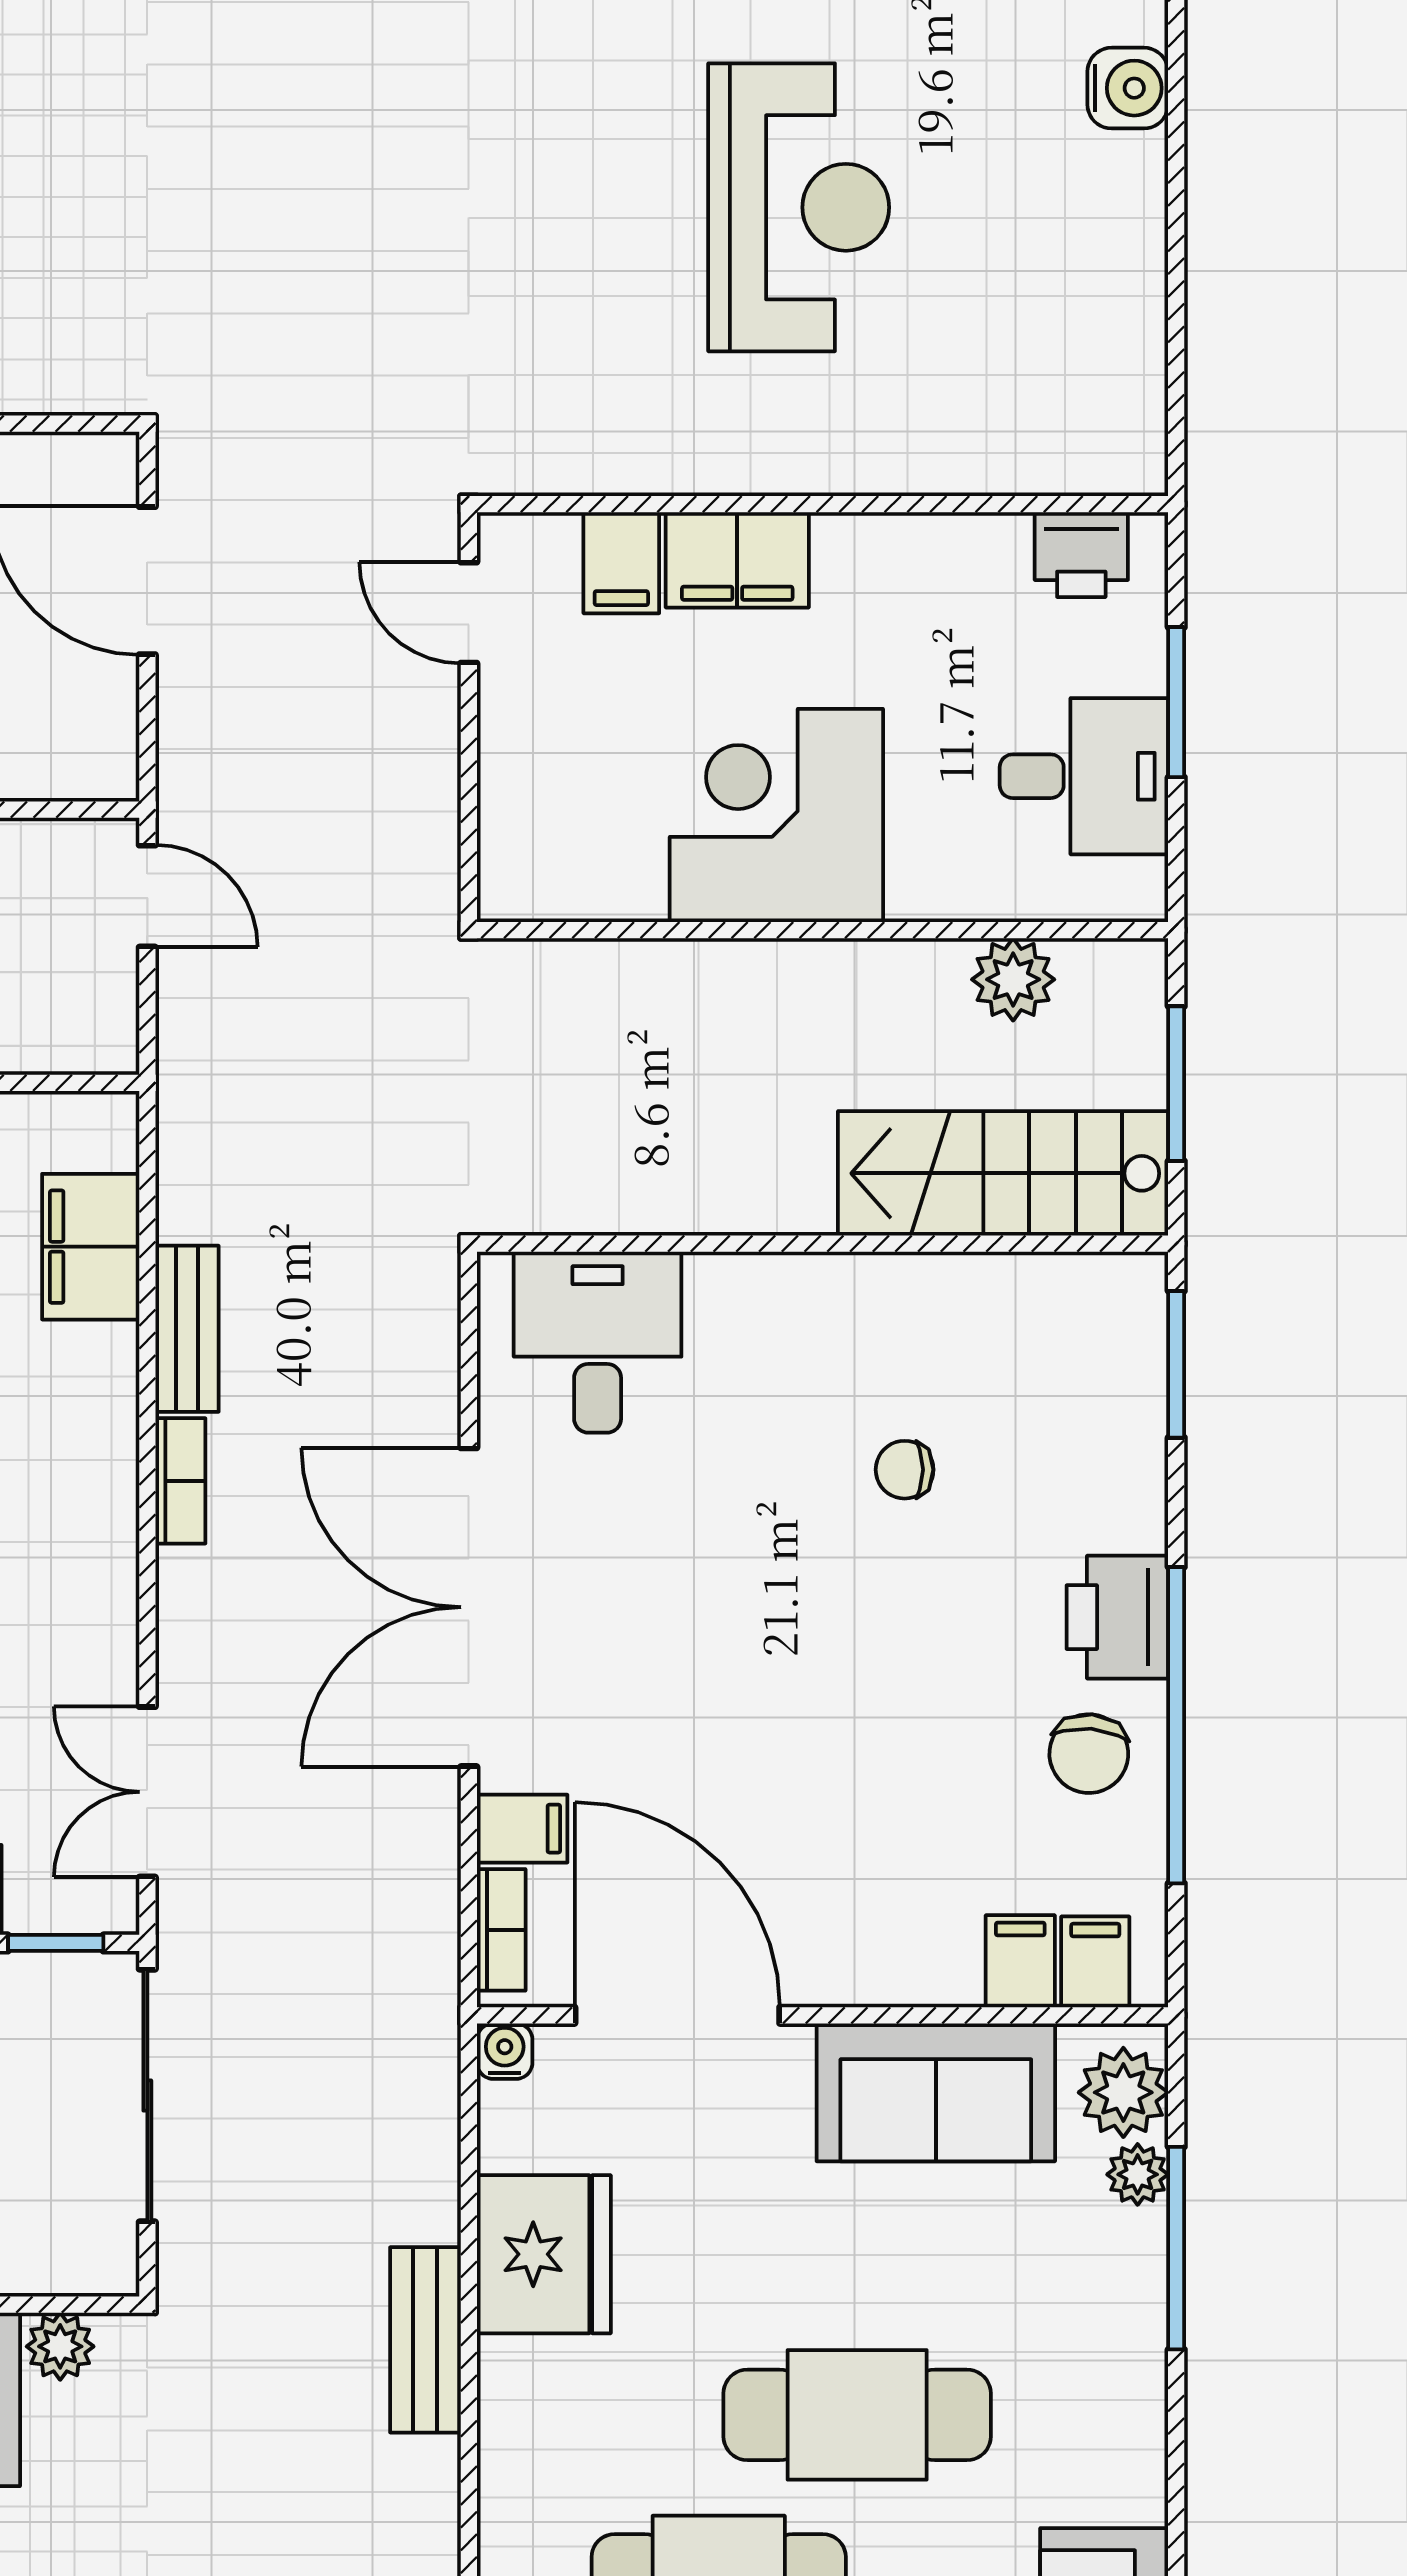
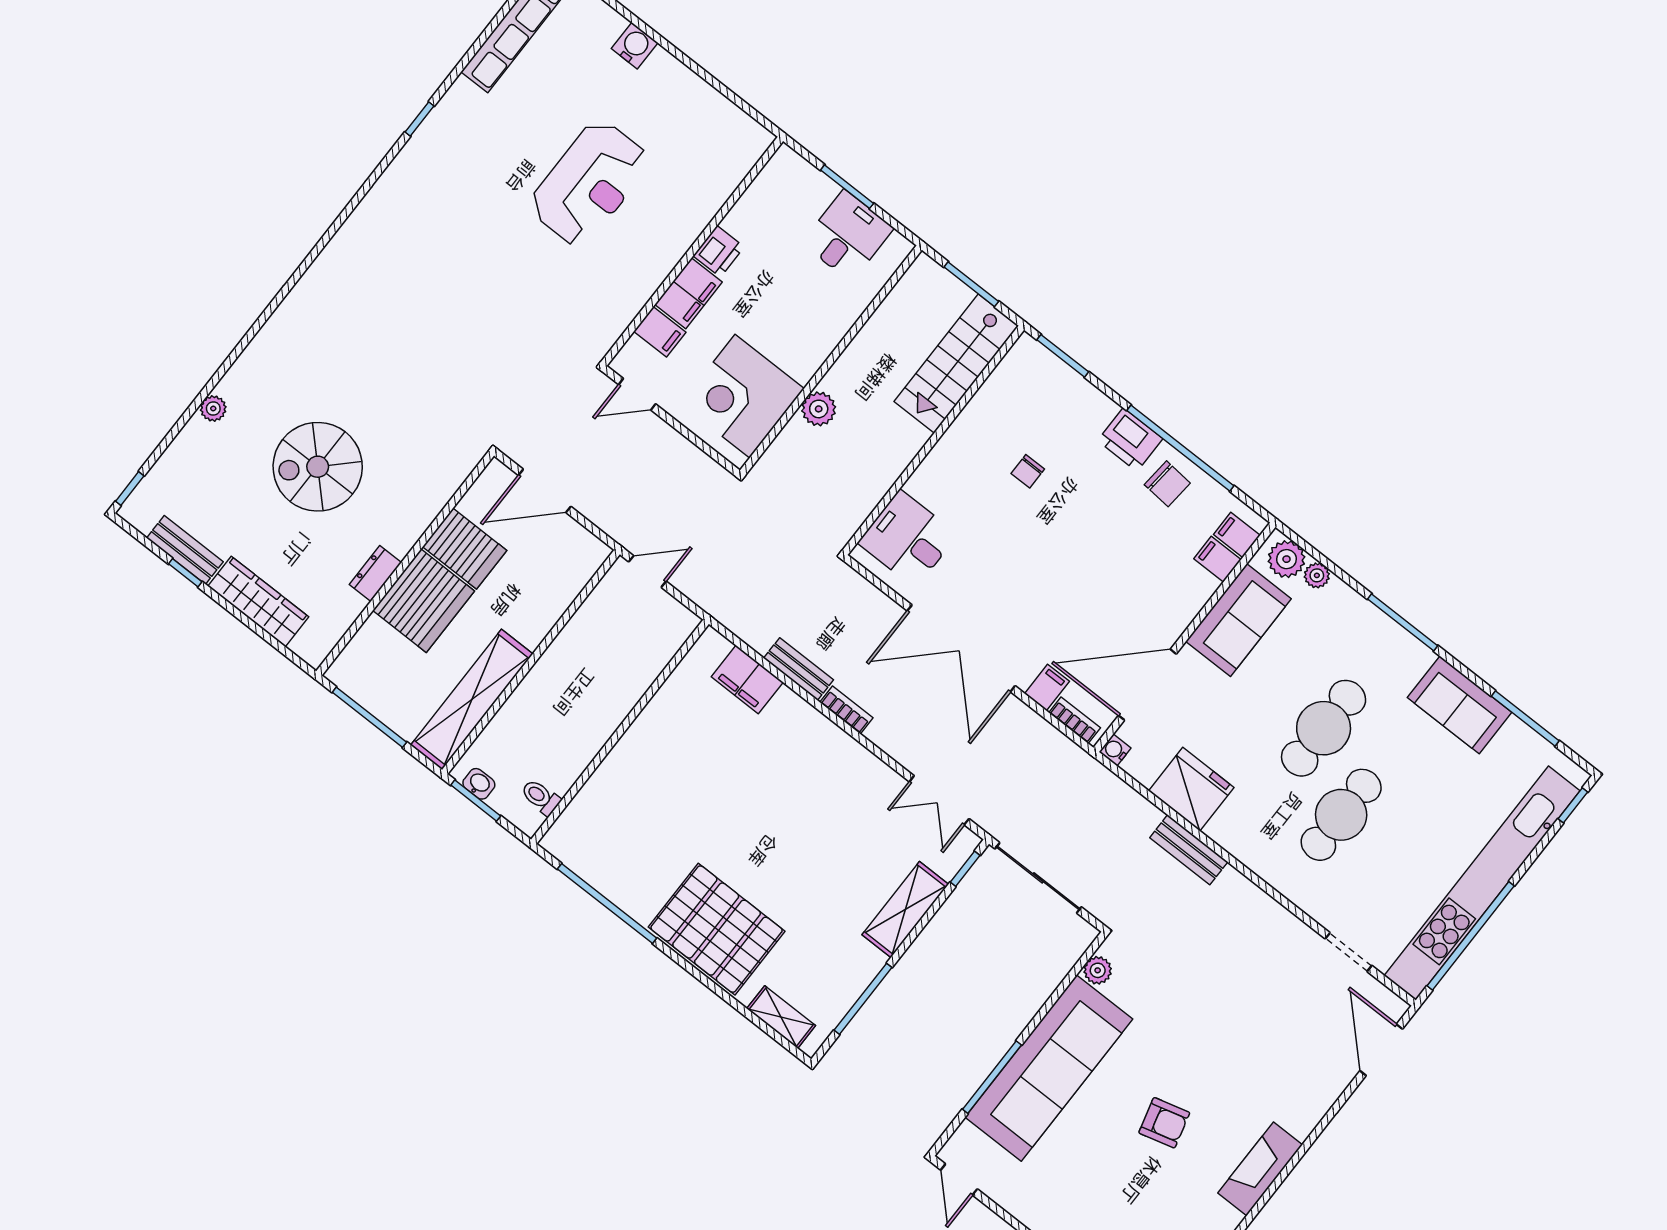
reception desk: (799, 207) -> (589, 183), turned 90
printer: (1081, 555) -> (719, 251), moved
corner desk: (776, 815) -> (742, 396), moved
plant: (1013, 979) -> (819, 409), moved
window: (1176, 2248) -> (1403, 622), moved

